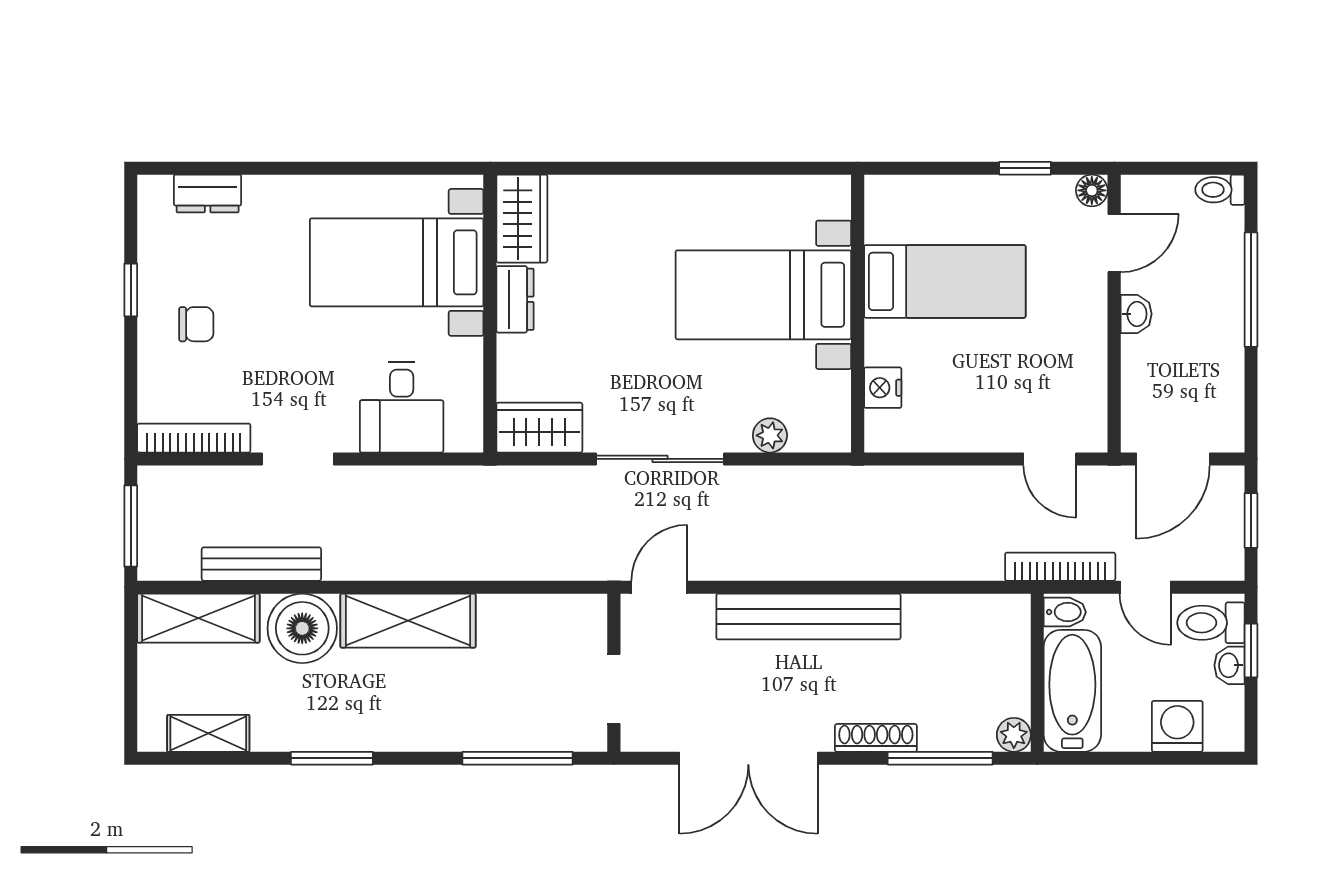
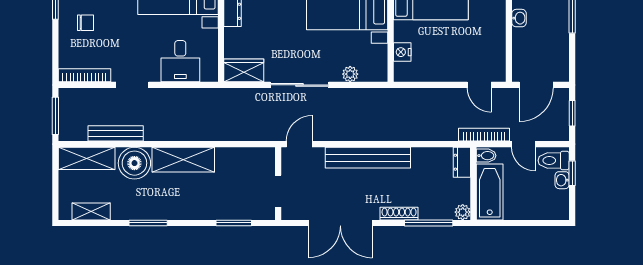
dresser: (1012, 626) -> (462, 162), added
washing machine: (1177, 726) -> (538, 208), removed
window: (518, 758) -> (234, 223), width x0.69

